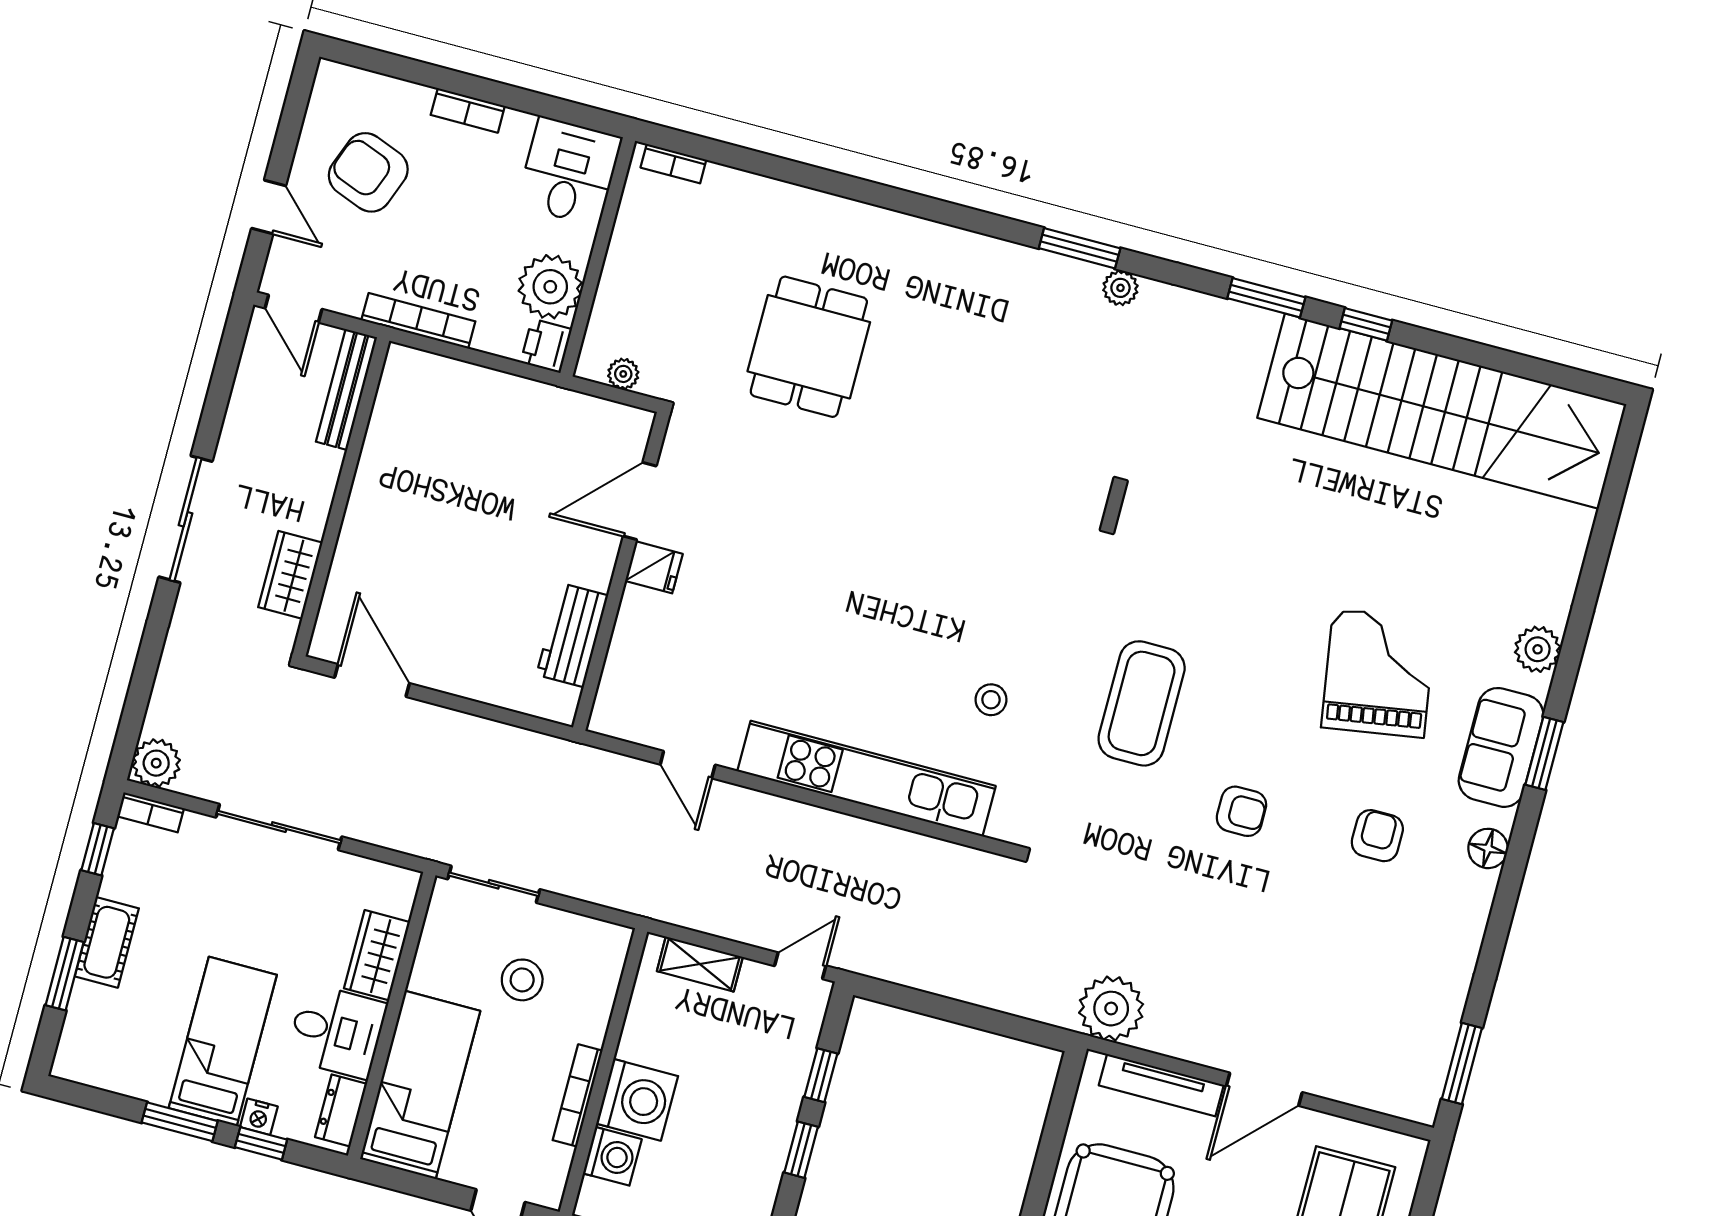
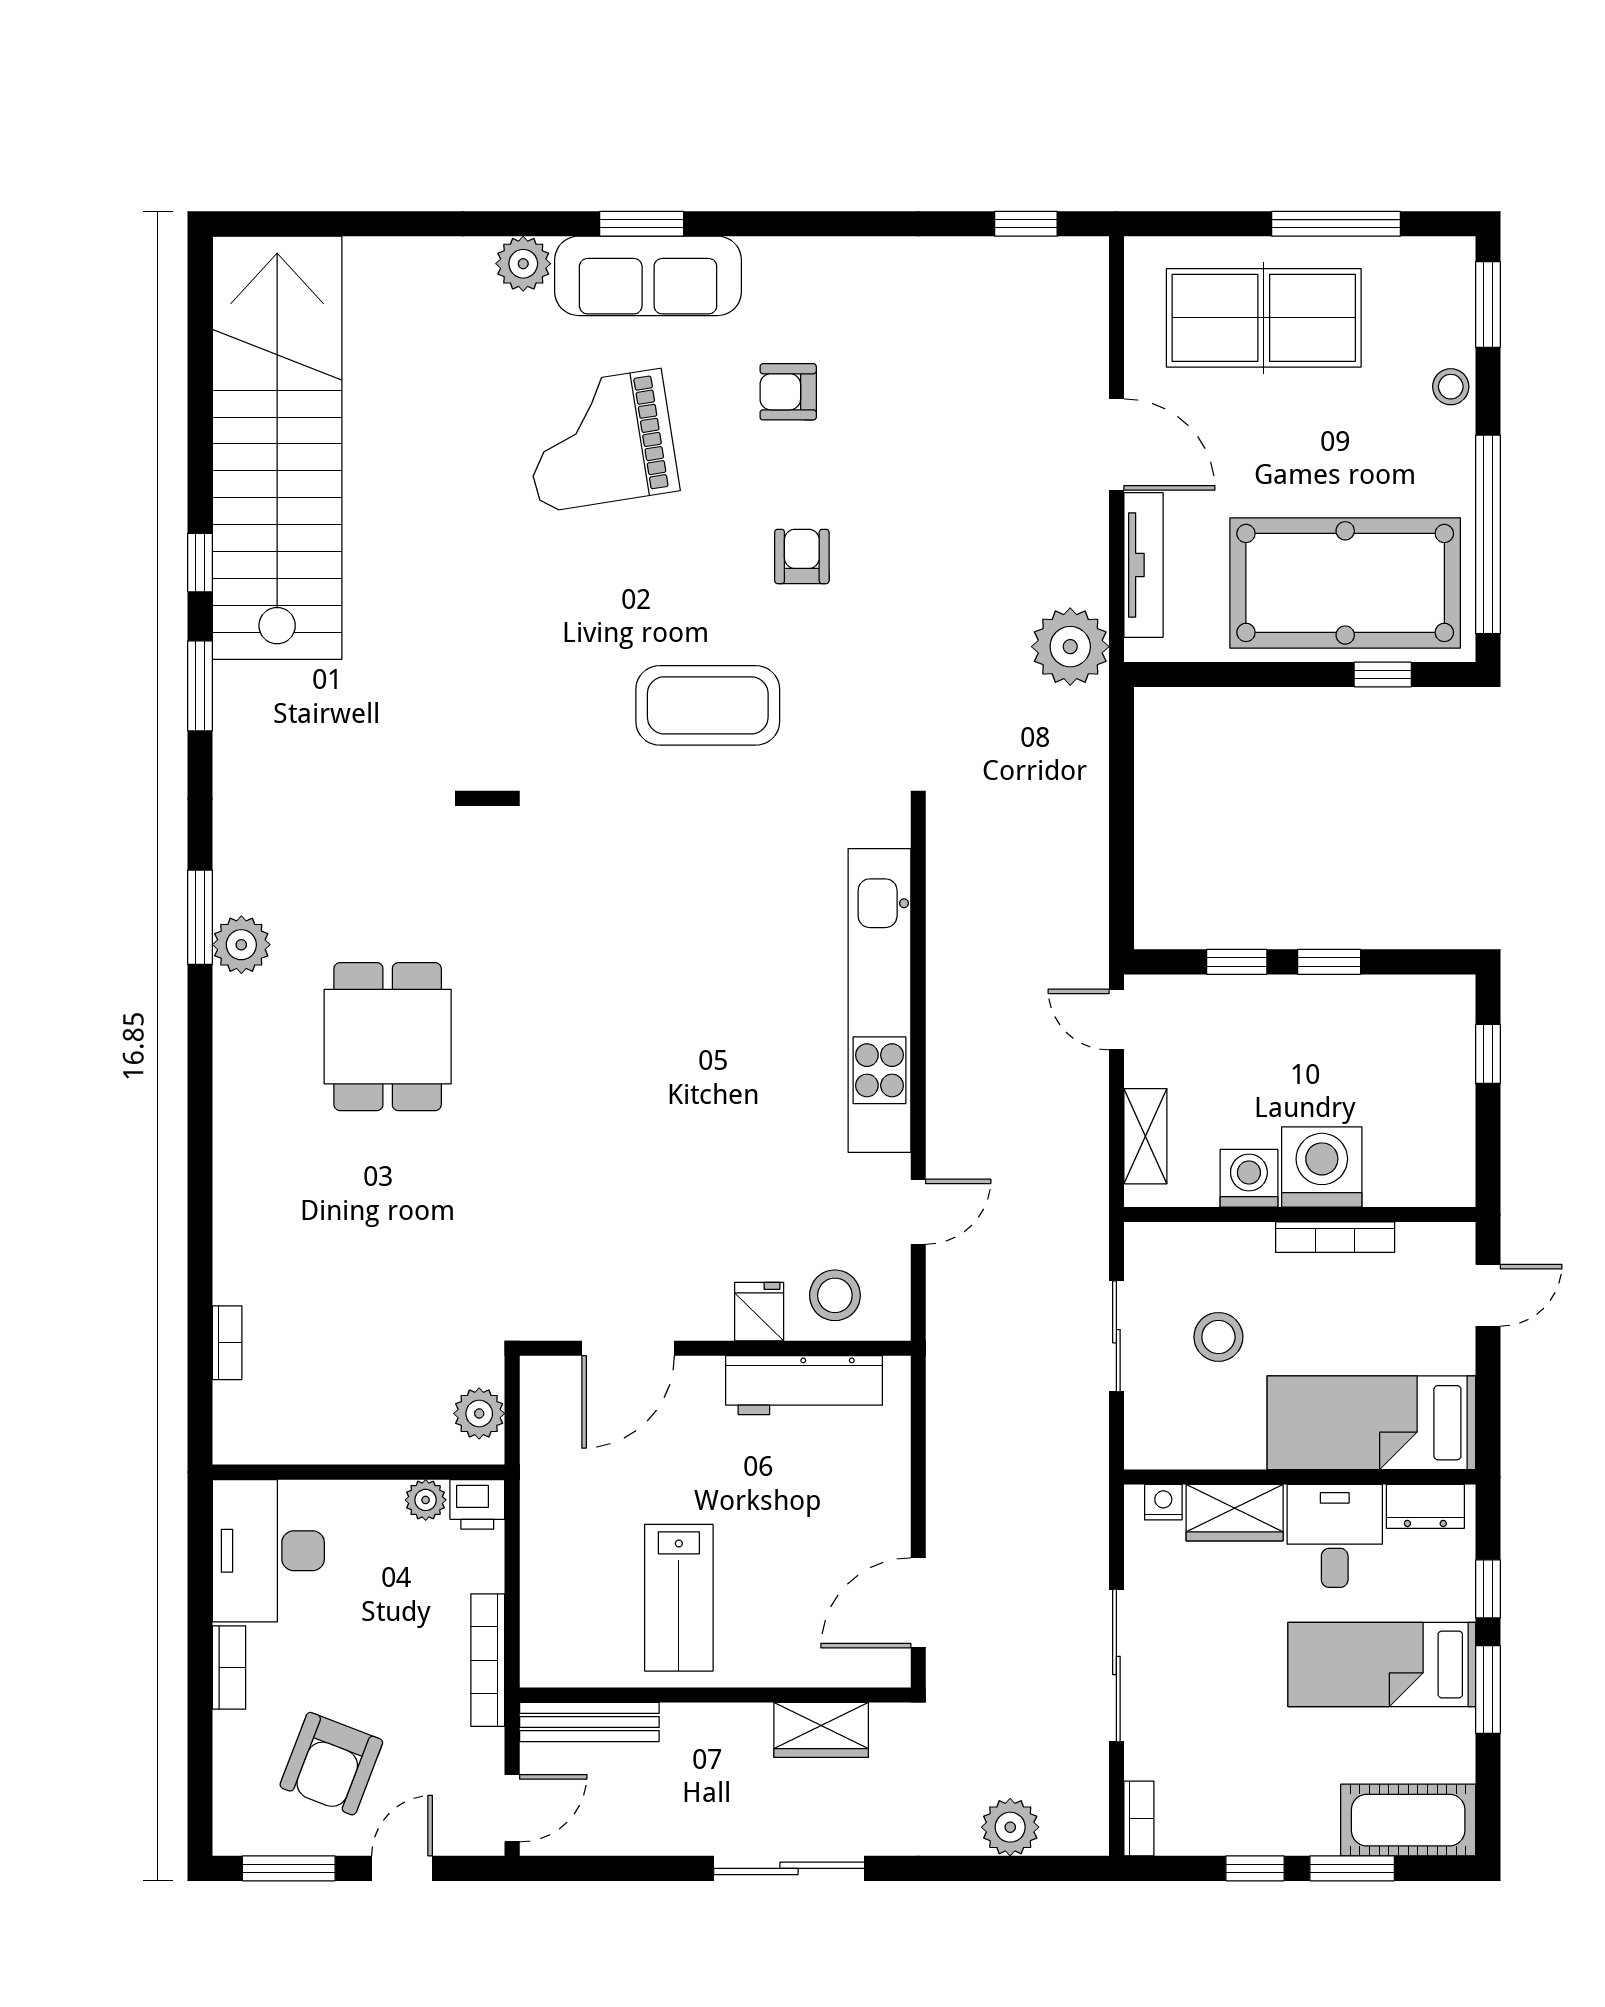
window: (293, 115) -> (289, 1868), added
bookcase: (673, 164) -> (227, 1343), moved
desk: (569, 171) -> (268, 1551), width x1.37
plant: (550, 287) -> (426, 1500), width x0.53, depth x0.53
plant: (1120, 288) -> (241, 945), moved, width x1.38, depth x1.38
dining table: (809, 347) -> (388, 1037), moved, turned 90
plant: (623, 374) -> (479, 1414), width x1.38, depth x1.38
lab bench: (428, 488) -> (679, 1598), added
door: (640, 501) -> (628, 1348), hinge flipped
fridge: (654, 567) -> (759, 1312), moved
workbench: (572, 635) -> (804, 1385), width x1.38
stool: (991, 700) -> (835, 1295), moved, width x1.37, depth x1.37
sofa: (1501, 747) -> (648, 276), width x1.36
plant: (156, 763) -> (1010, 1827), moved
floor lamp: (1488, 848) -> (769, 260), removed
window: (98, 849) -> (1255, 1868), moved
sliding door: (494, 884) -> (1116, 1336), moved
cot: (107, 942) -> (1408, 1820), moved, width x1.37, depth x1.34
window: (1462, 1064) -> (1026, 224), width x0.67
nightstand: (259, 1117) -> (1163, 1502), moved, turned -90
washing machine: (612, 1156) -> (1249, 1178), moved

